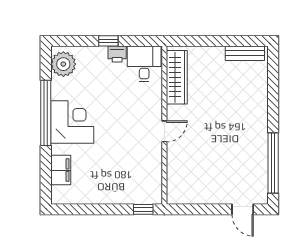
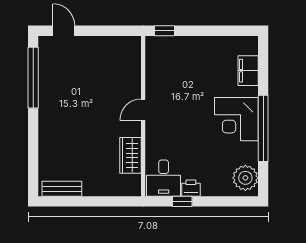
window: (108, 41) -> (182, 201), moved
wardrobe: (177, 77) -> (130, 155), width x0.67

